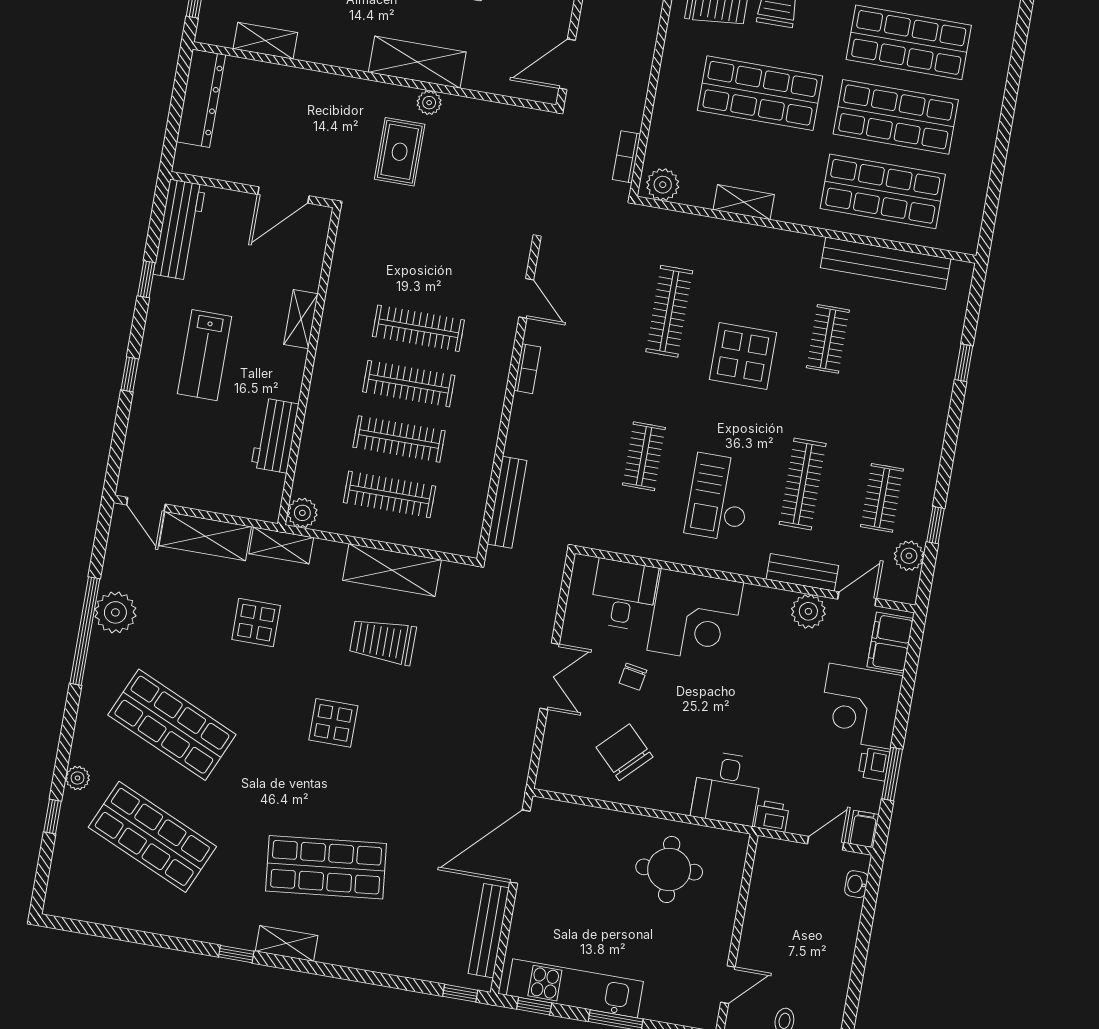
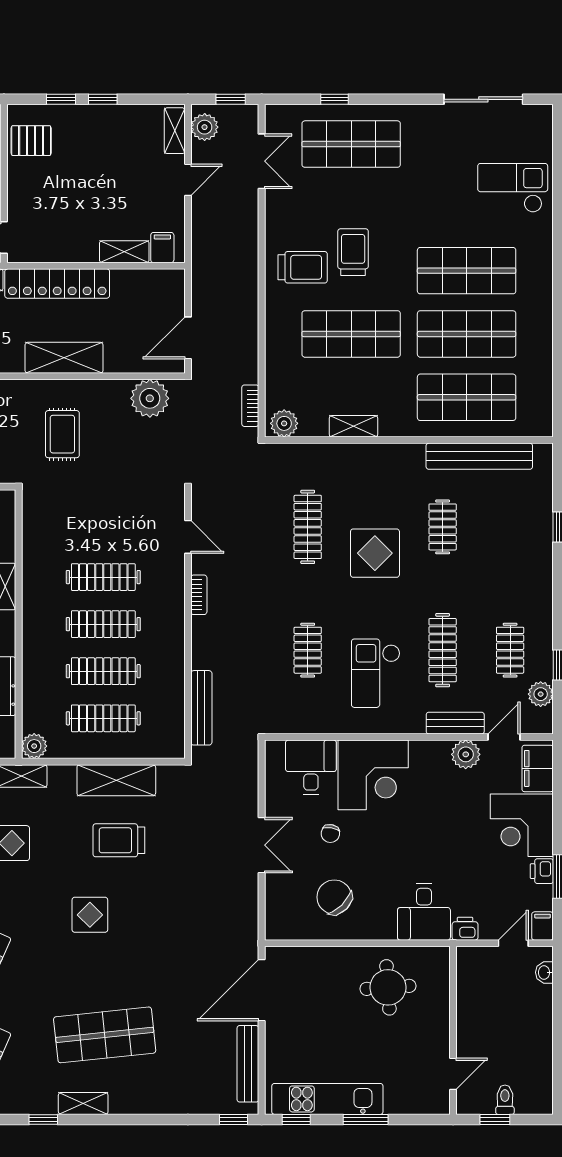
plant: (429, 103) -> (150, 398), moved, width x1.88, depth x1.88

